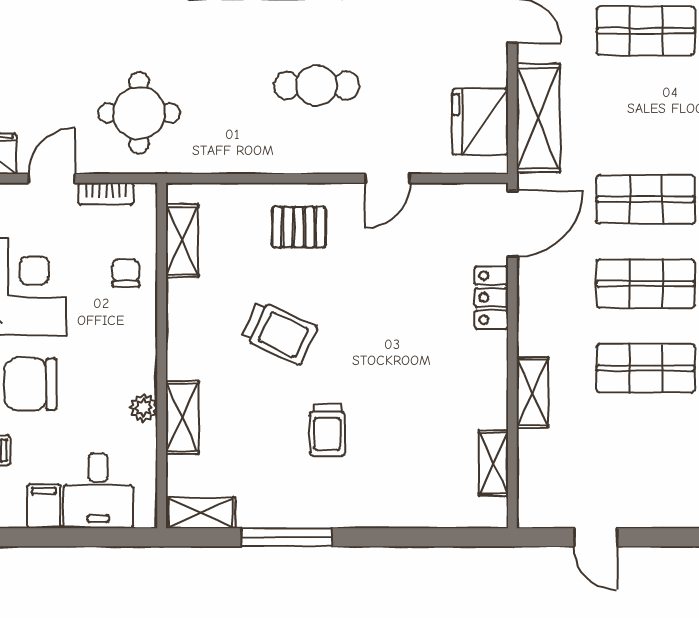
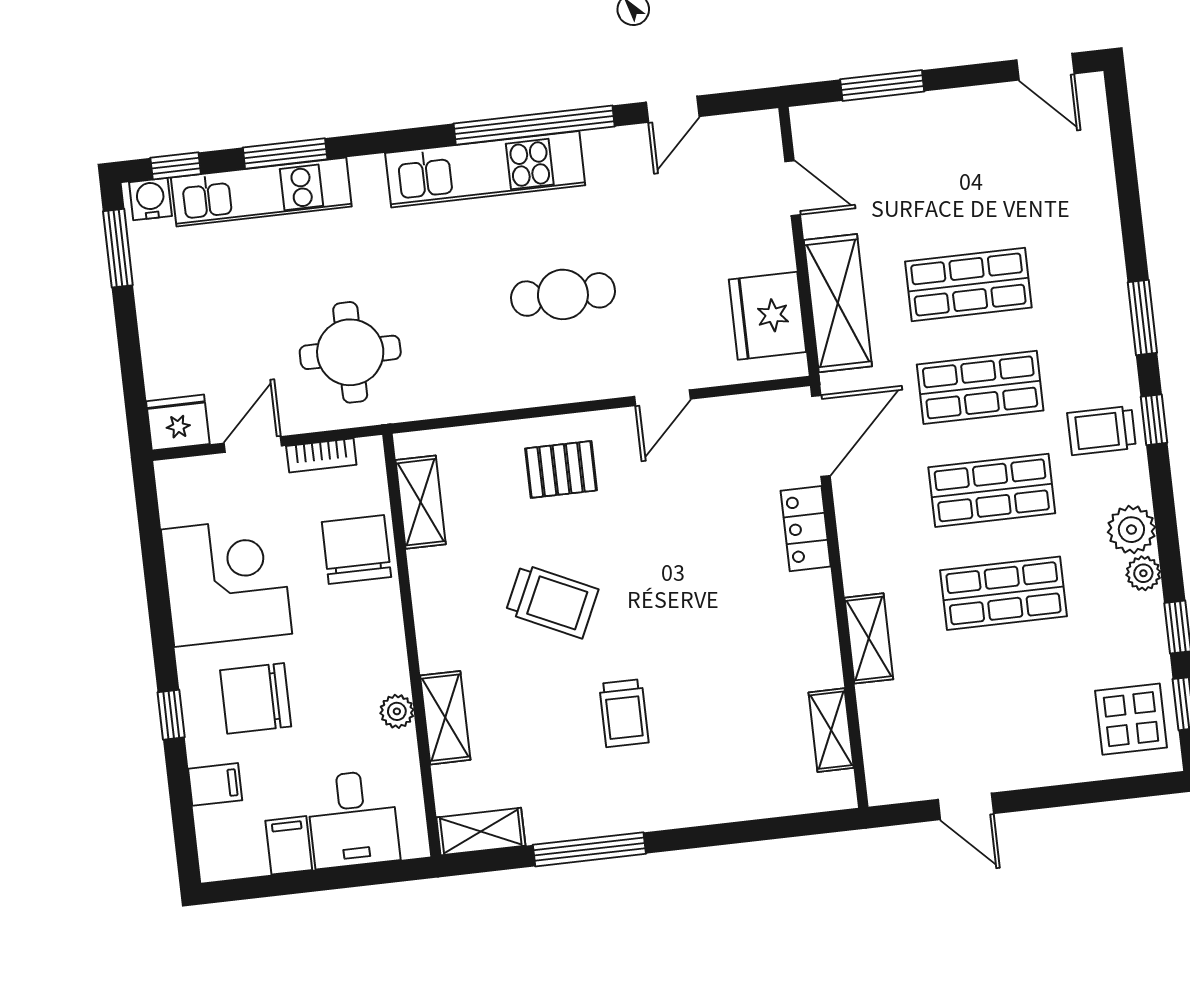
shop shelf: (646, 31) -> (968, 284), moved
chair: (126, 273) -> (356, 550), width x1.87, depth x1.87

